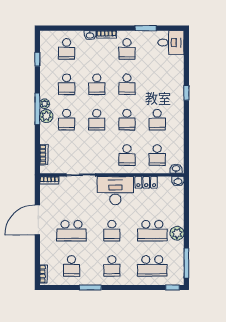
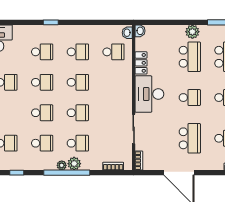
window: (37, 109) -> (67, 173), width x1.46
school desk: (127, 155) -> (42, 52), moved

